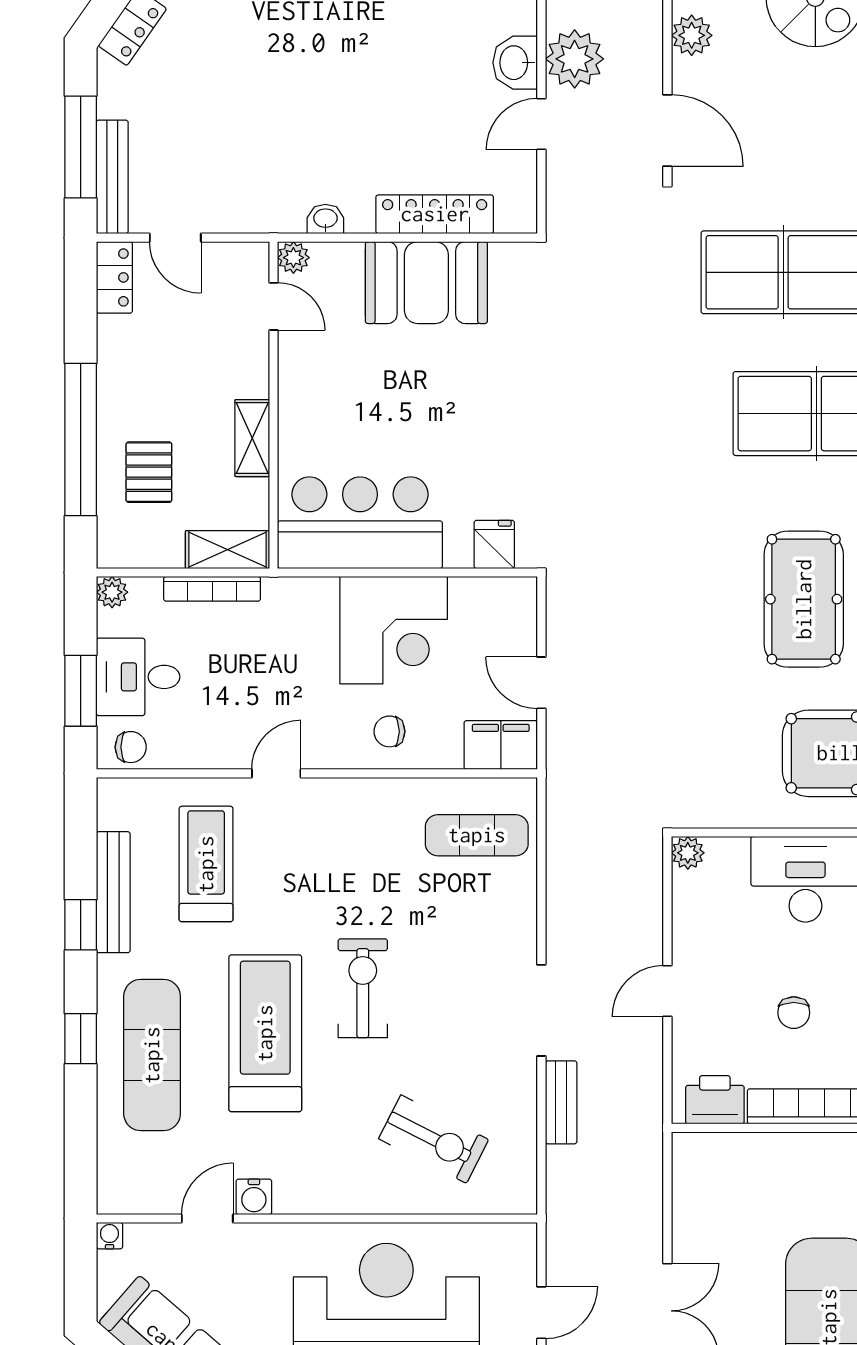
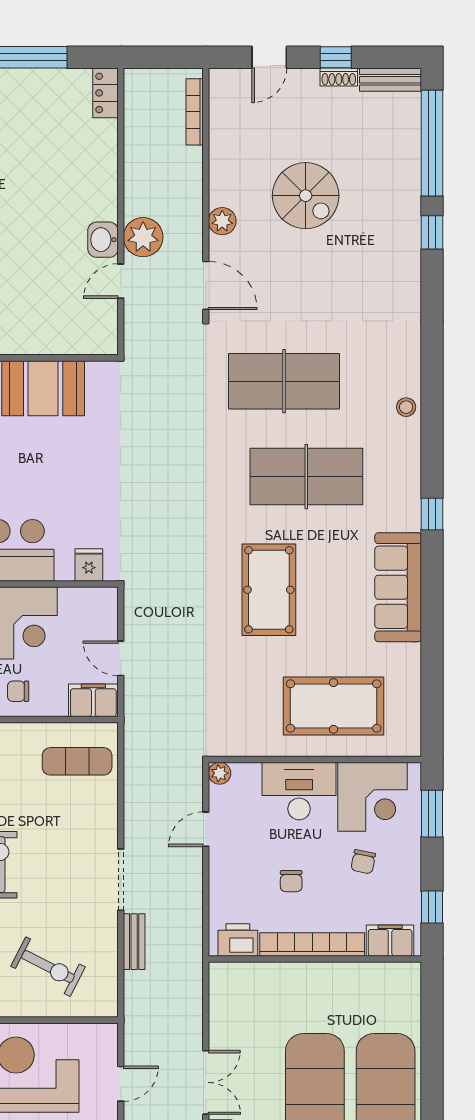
locker: (435, 214) -> (49, 342), removed
pool table: (804, 599) -> (269, 590), moved
door: (667, 991) -> (206, 829), moved

